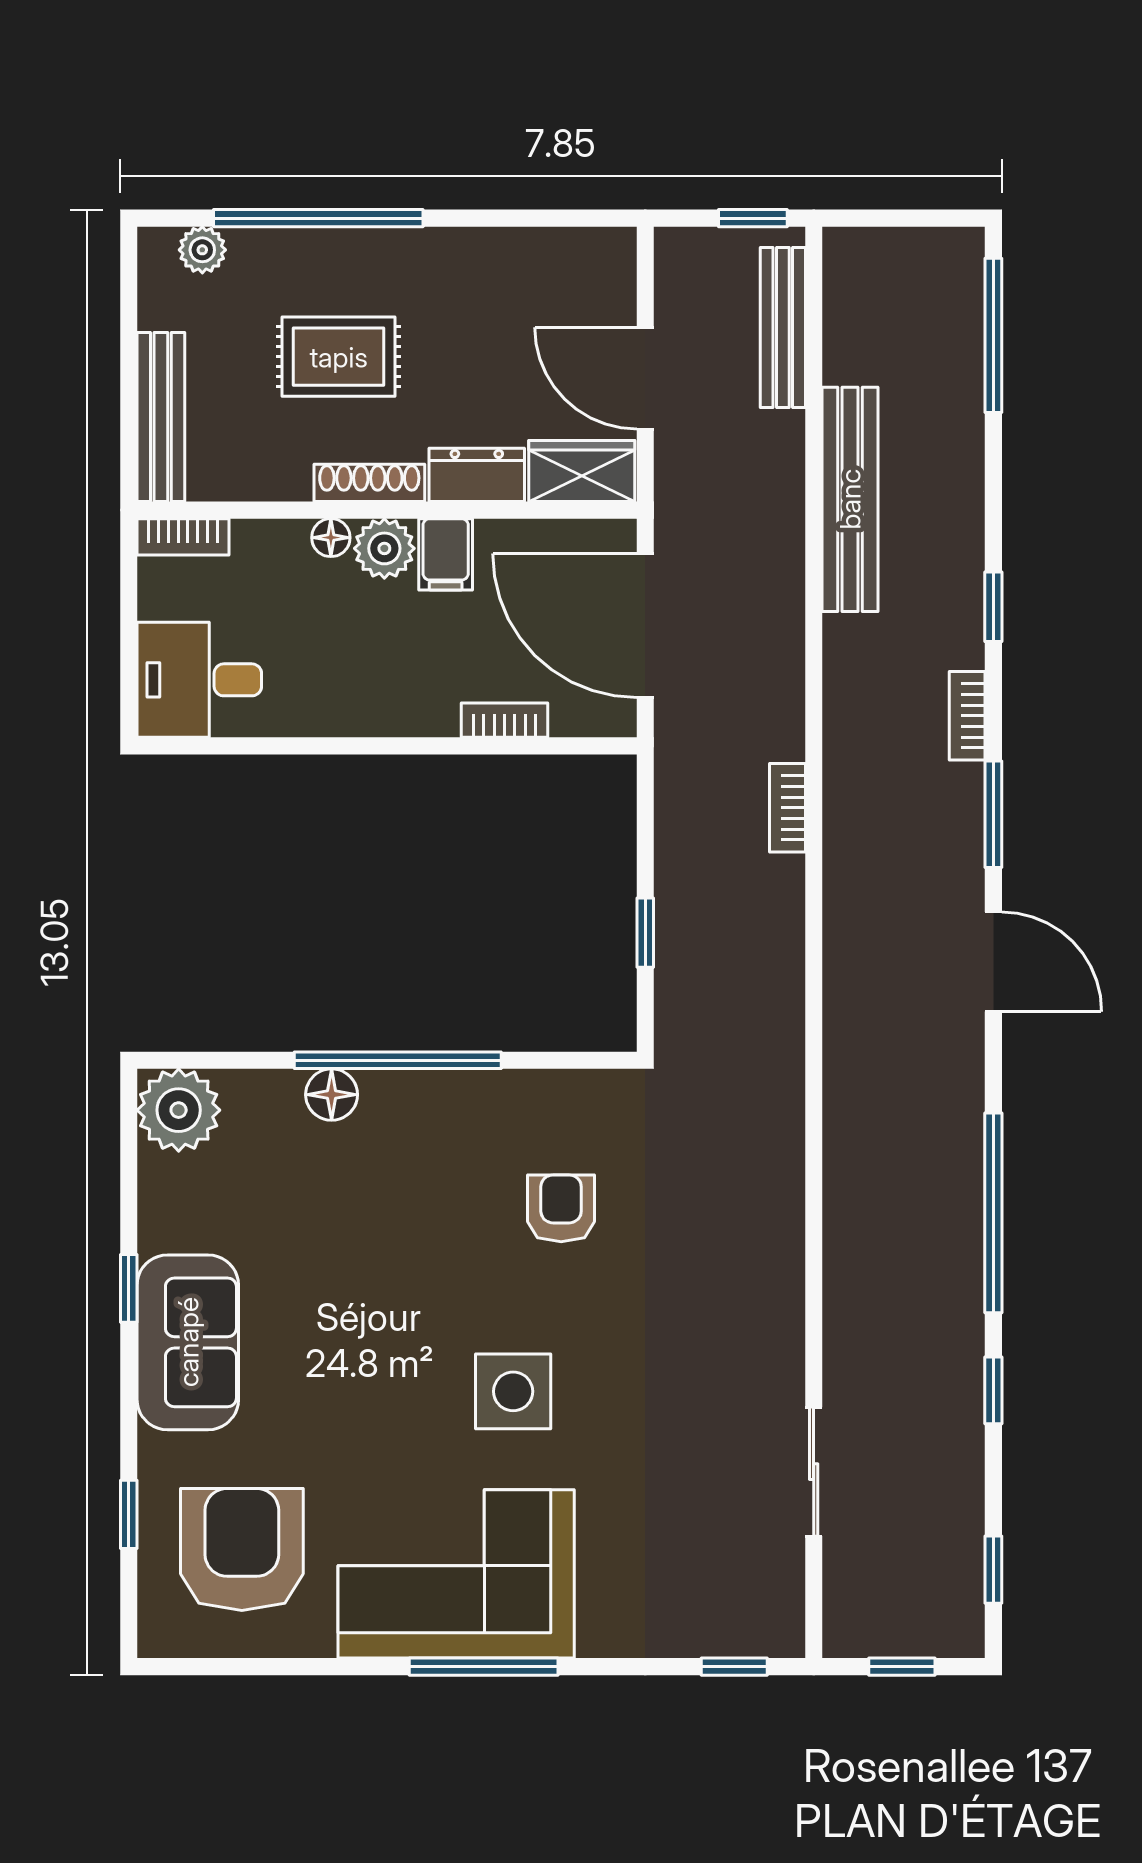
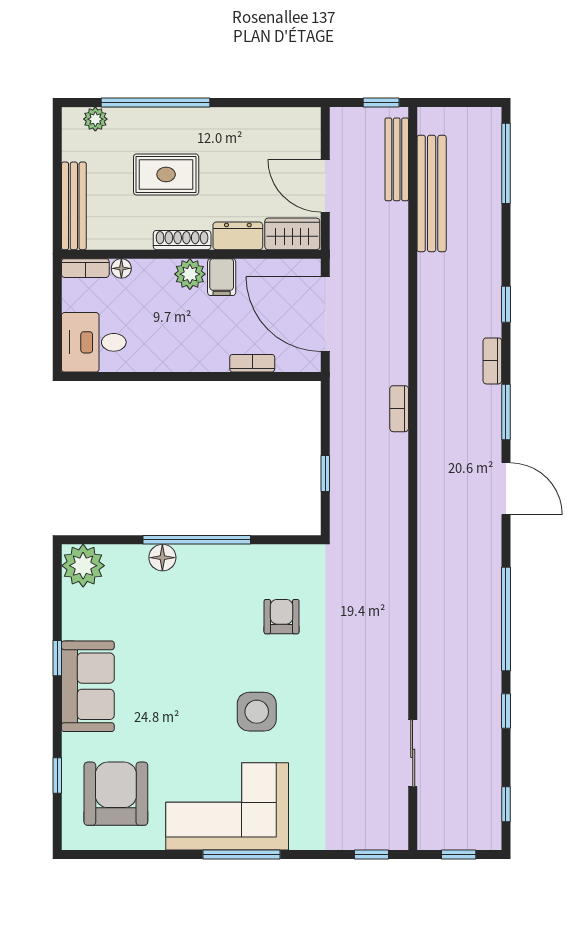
bench: (850, 499) -> (432, 193), moved
floor lamp: (331, 538) -> (121, 268), moved

